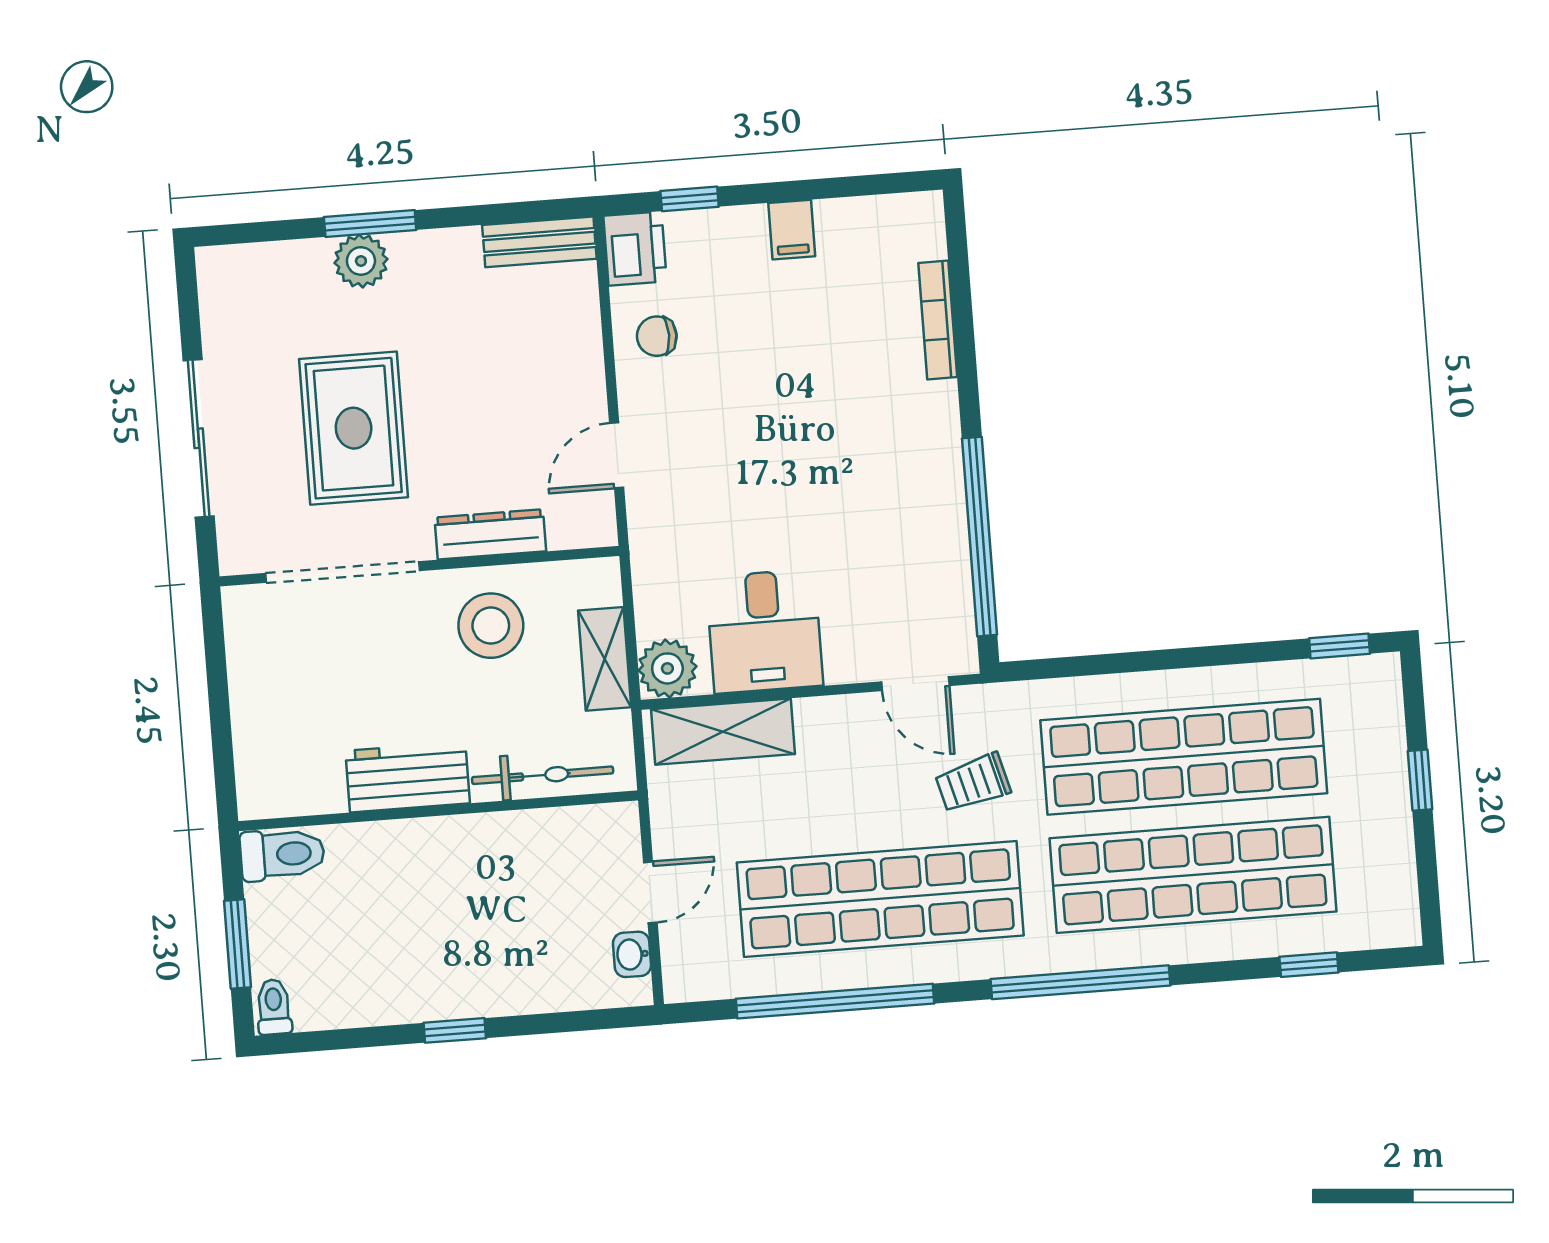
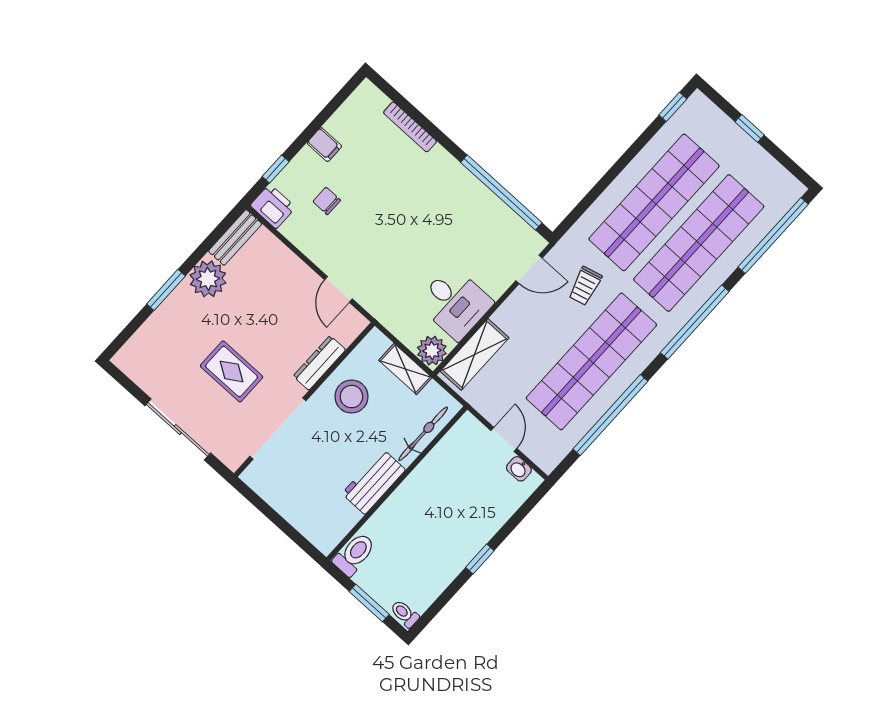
plant: (361, 261) -> (208, 279), moved, width x1.36, depth x1.36
chair: (657, 336) -> (327, 201), moved, turned 90
rug: (354, 428) -> (232, 371), width x0.73, depth x0.70
window: (1309, 965) -> (773, 236), width x3.17

